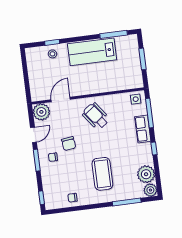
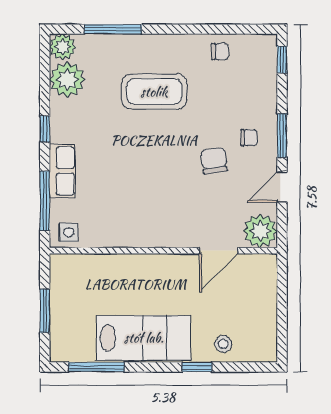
window: (52, 42) -> (197, 367), moved
wheelchair: (96, 116) -> (153, 208), removed
coffee table: (102, 174) -> (154, 92), turned 90

